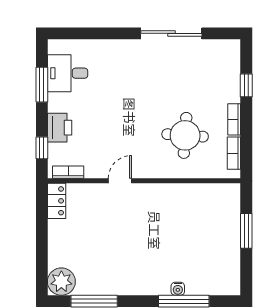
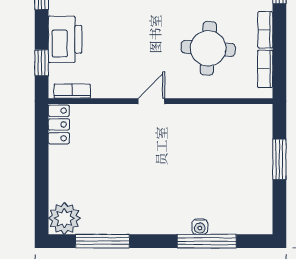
printer: (60, 128) -> (65, 39), width x1.37, depth x1.19
door: (120, 181) -> (151, 101), moved

